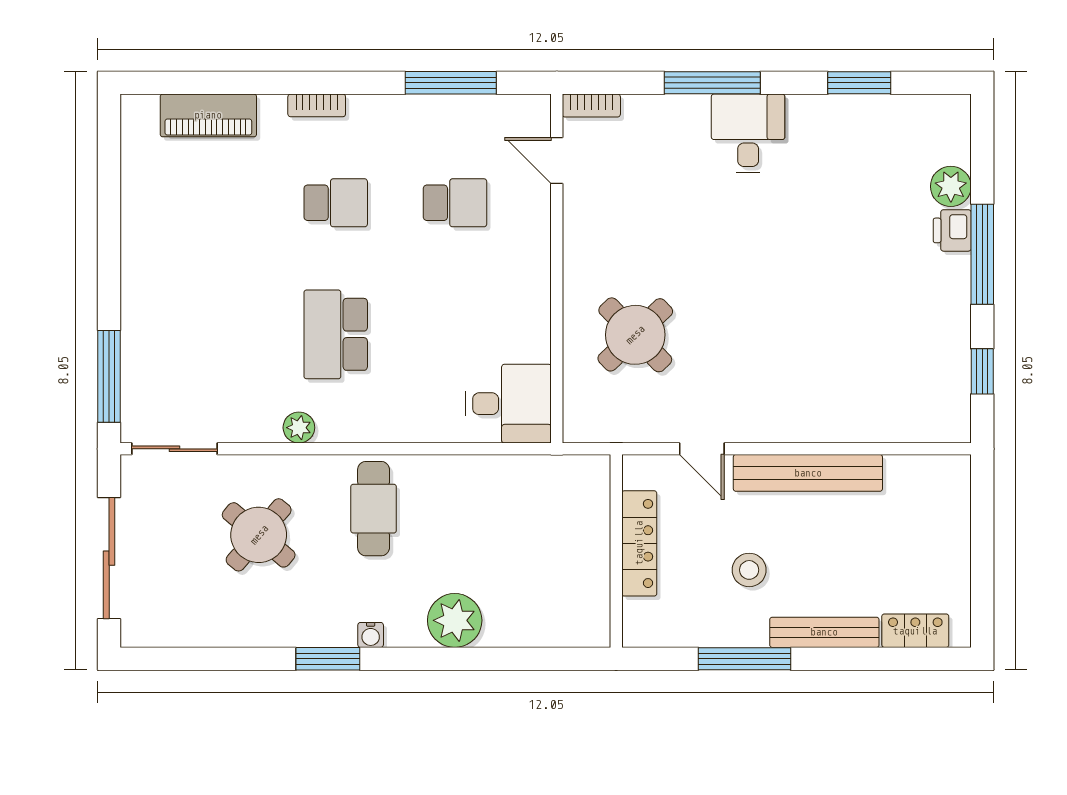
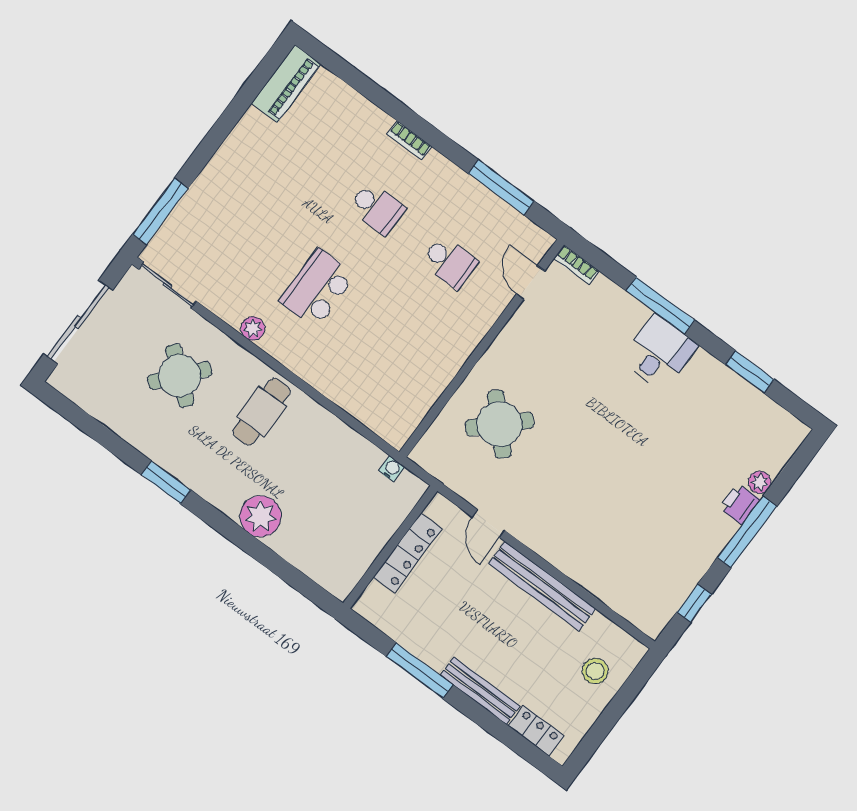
piano: (208, 115) -> (286, 84), moved, turned -90
plant: (951, 186) -> (760, 482), width x0.73, depth x0.73
desk: (509, 404) -> (391, 409), removed
stool: (749, 570) -> (595, 671), moved
water cooler: (371, 635) -> (392, 469), moved, turned 180

